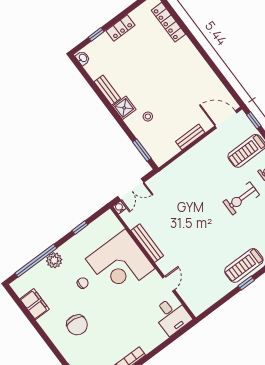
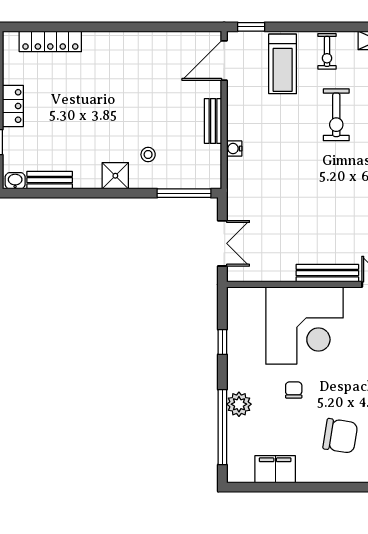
bench: (107, 90) -> (50, 180), moved
window: (142, 150) -> (184, 193), width x1.44
water cooler: (119, 207) -> (234, 149), moved
bench: (147, 243) -> (327, 273), moved

